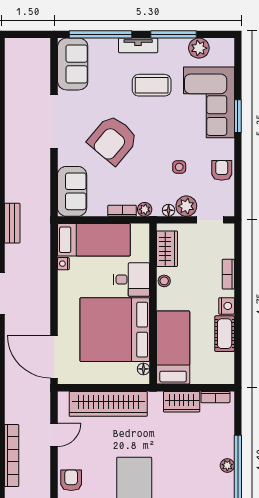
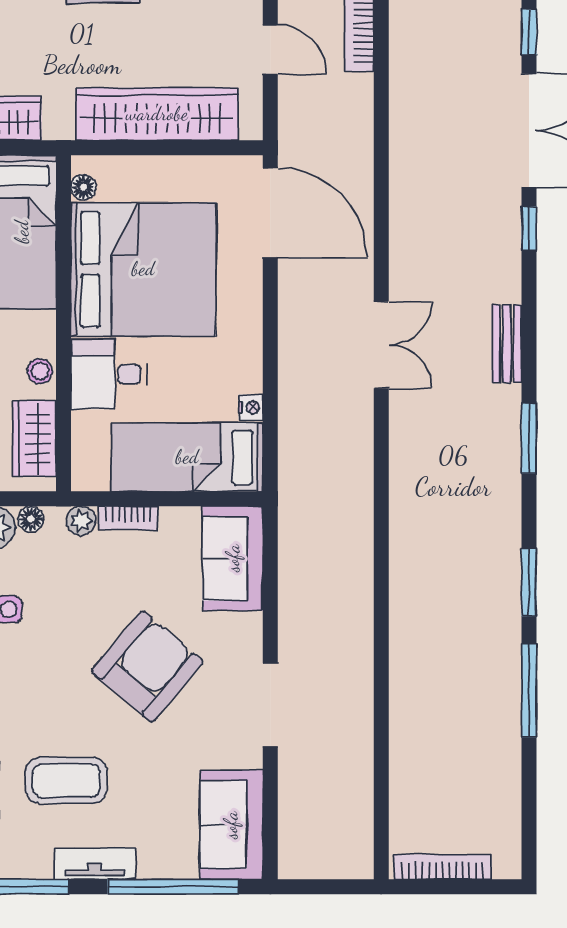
doorway: (54, 121) -> (270, 705), width x0.73
bench: (12, 223) -> (358, 492), removed
door: (54, 435) -> (270, 49), swing flipped

